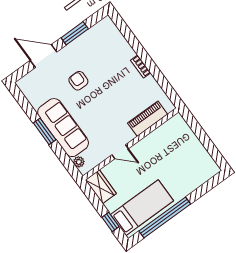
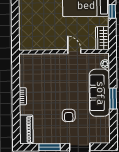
piano: (148, 119) -> (26, 129), moved, turned -90

